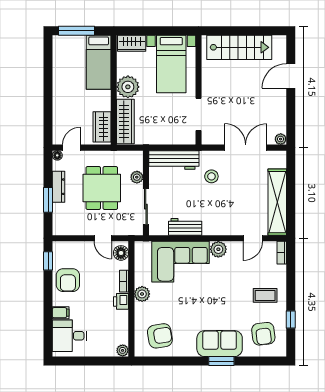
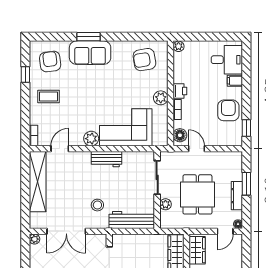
workbench: (185, 227) -> (107, 159), moved

